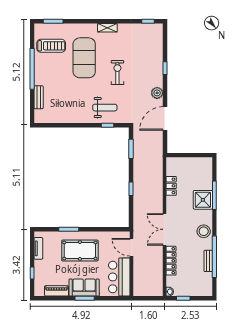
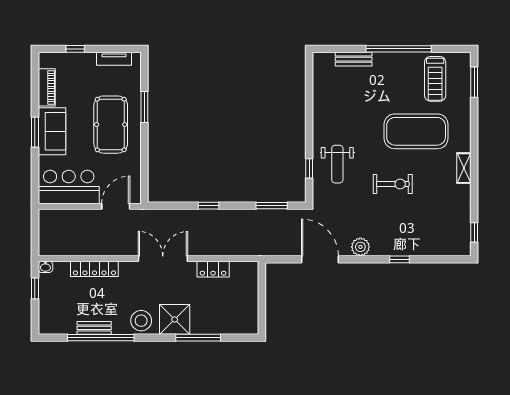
shower: (203, 200) -> (175, 319), moved
double door: (164, 229) -> (163, 259), moved

